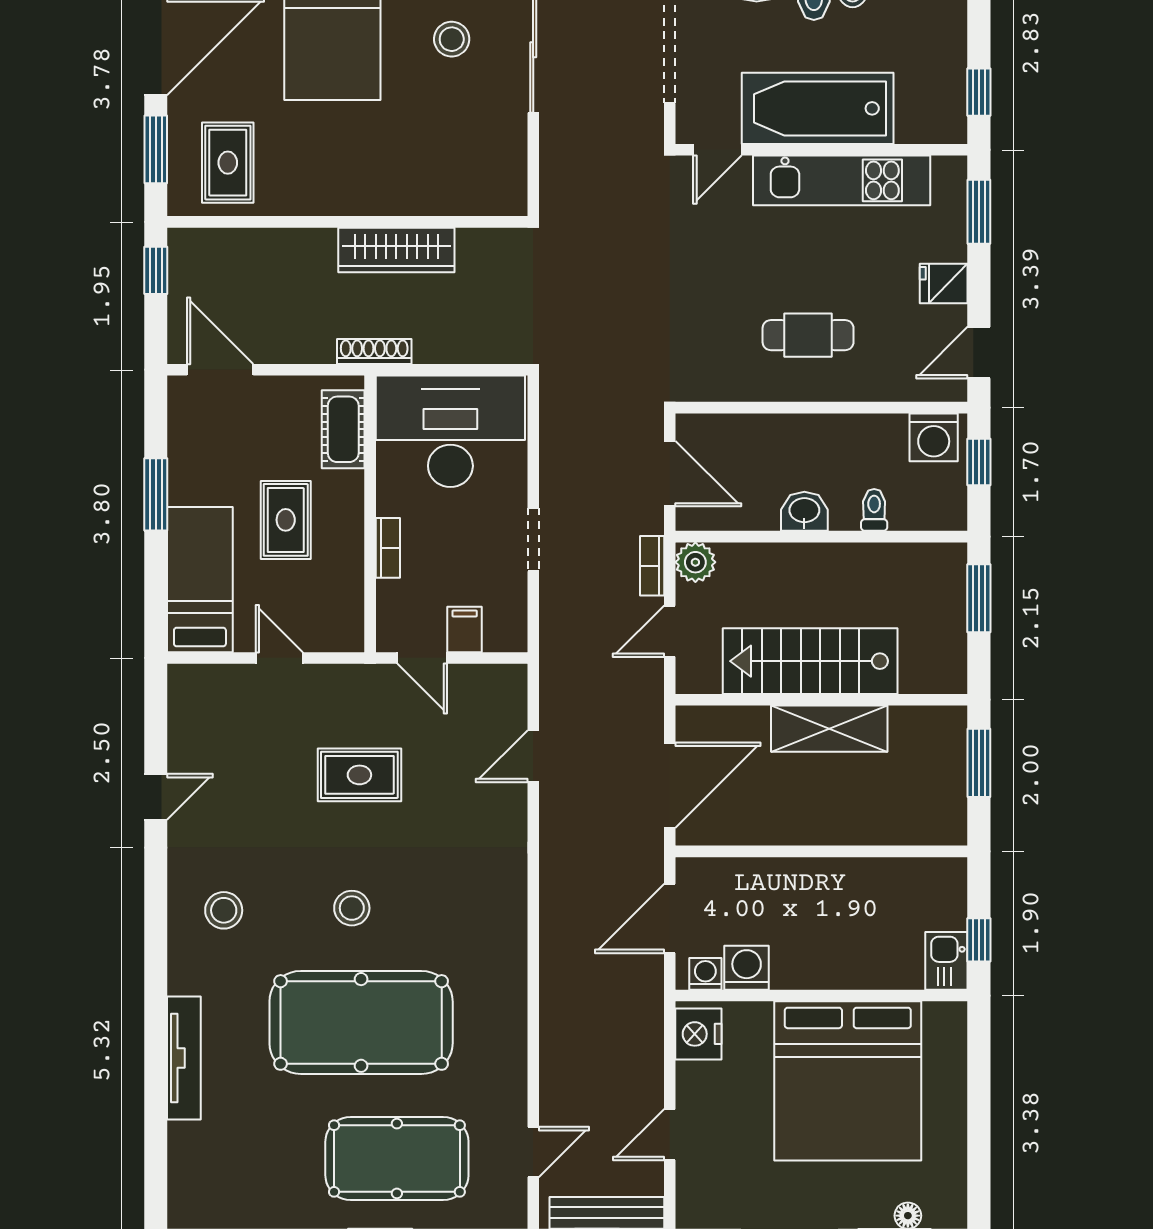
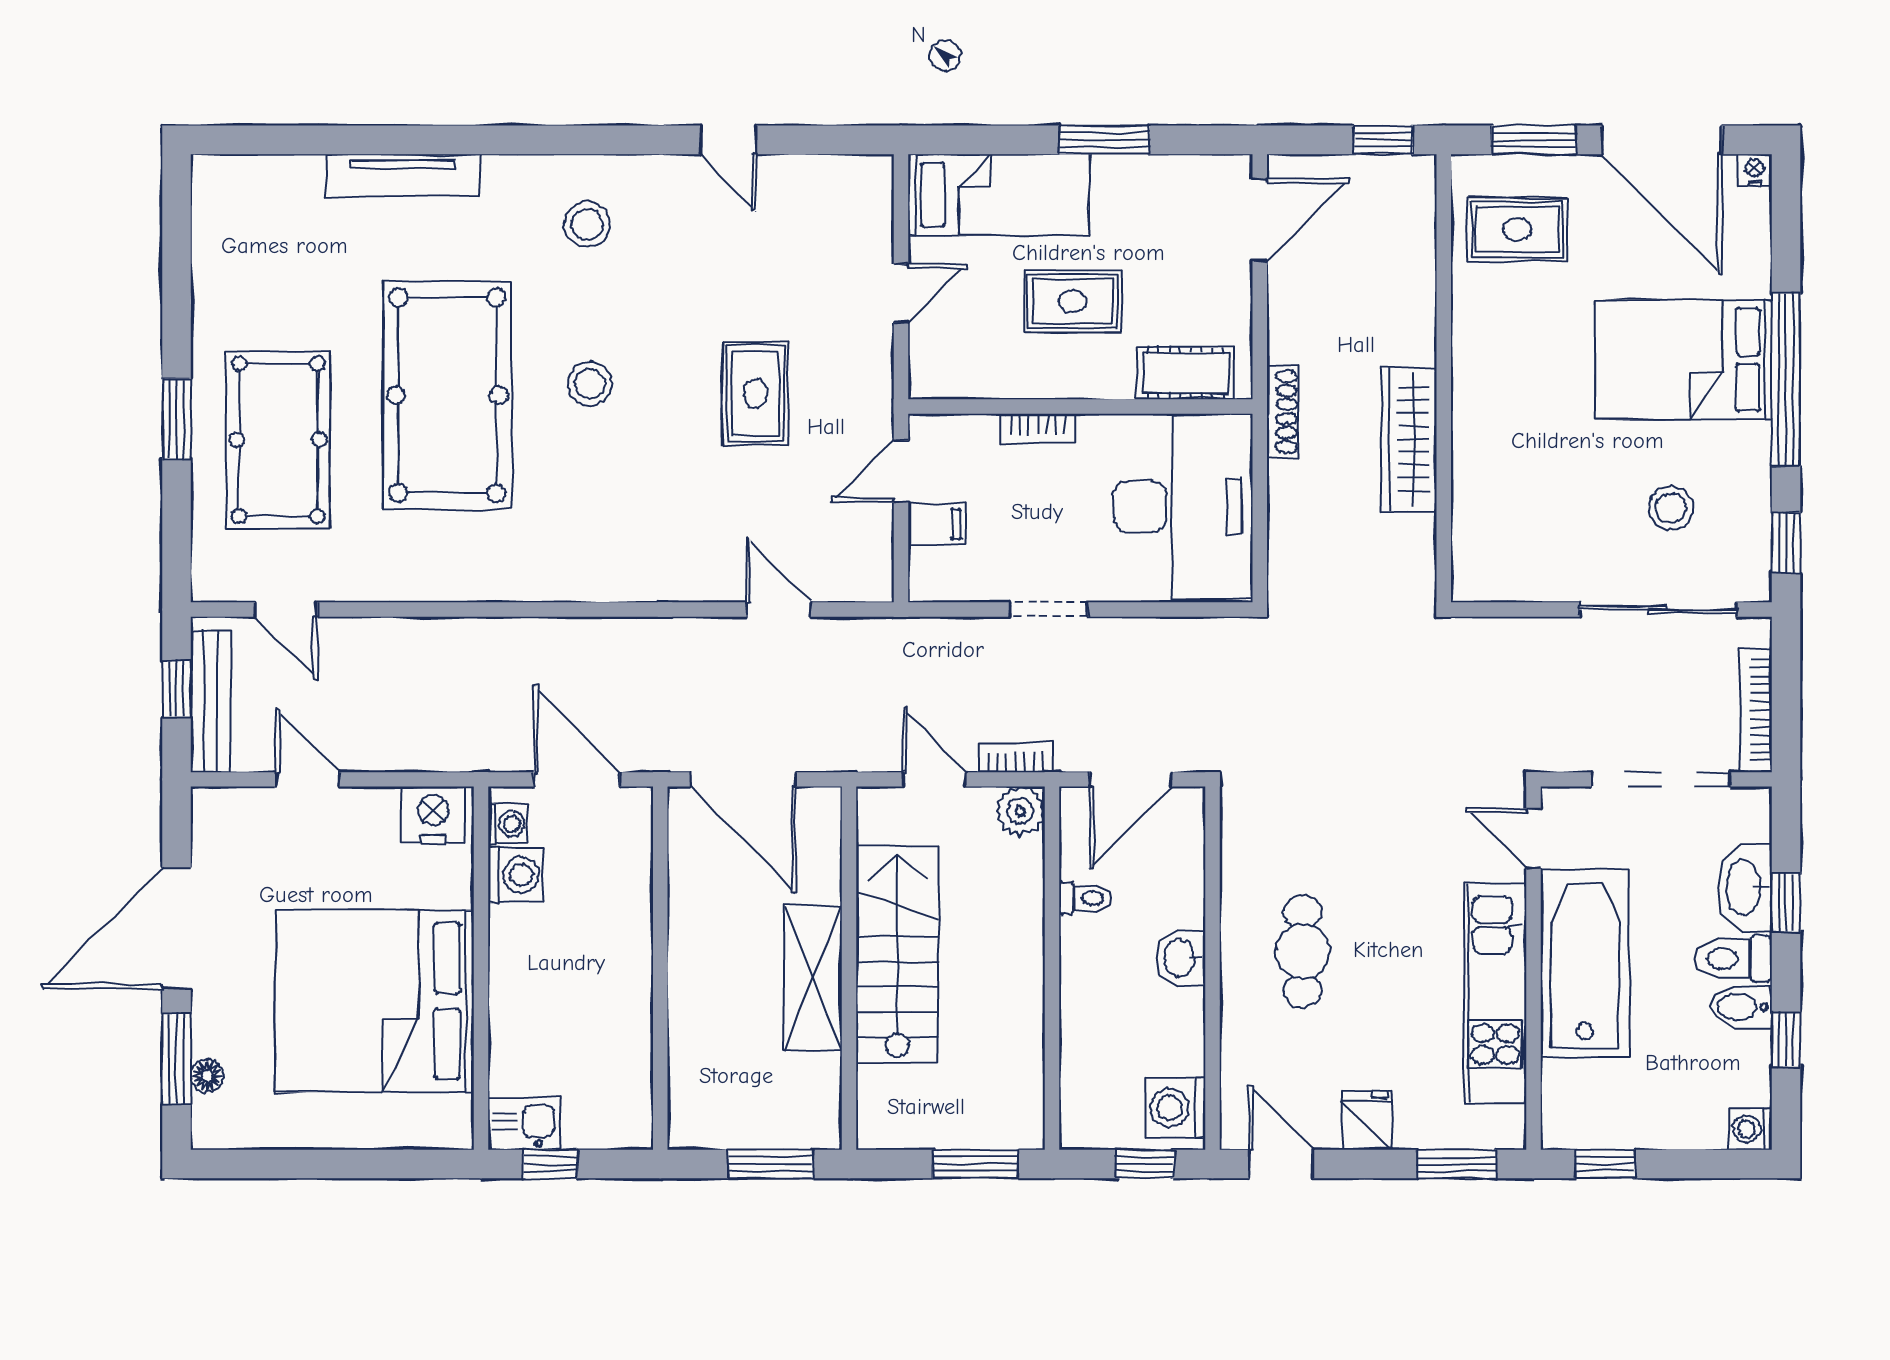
toilet: (874, 510) -> (1085, 898), moved
washbasin: (804, 511) -> (1181, 958), moved, turned 180

